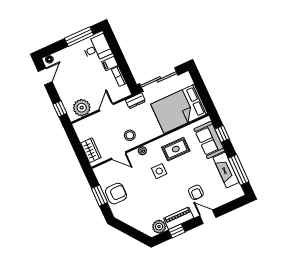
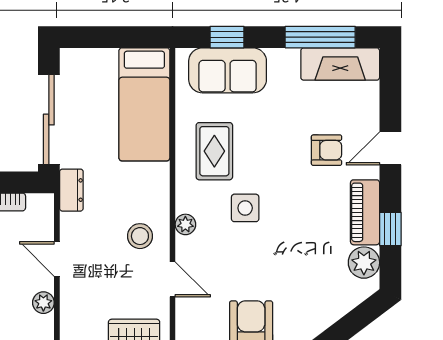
plant: (82, 108) -> (43, 303), width x0.53, depth x0.53
bed: (179, 109) -> (144, 104), width x0.67
door: (119, 156) -> (172, 279), hinge flipped
fireplace: (226, 170) -> (340, 64), moved

